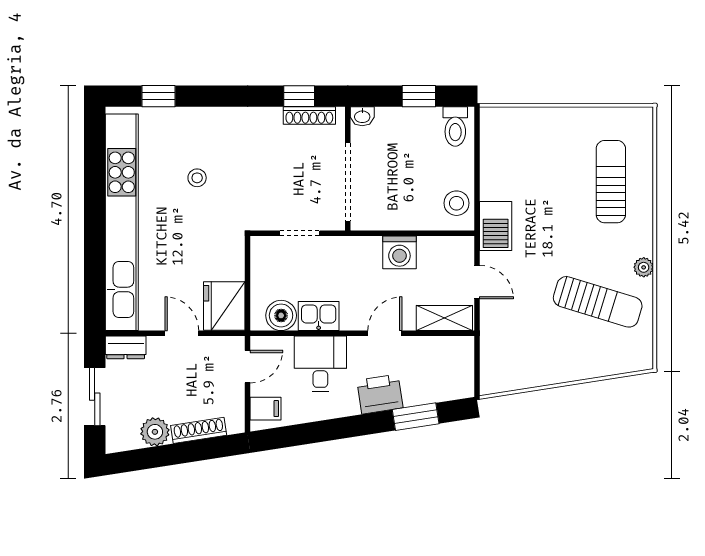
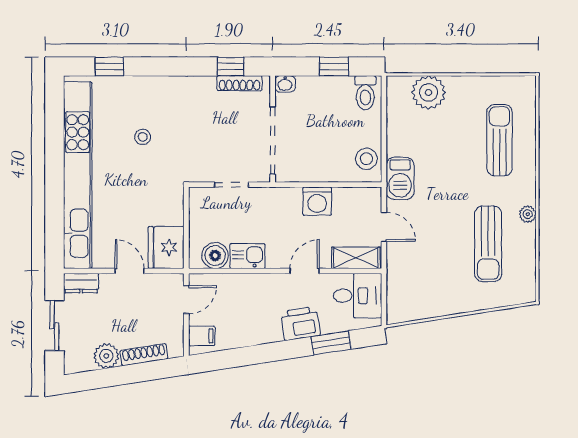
plant: (529, 126) -> (429, 92), added
sun lounger: (598, 302) -> (488, 244), turned 73
desk: (320, 364) -> (358, 296), moved, turned 90

